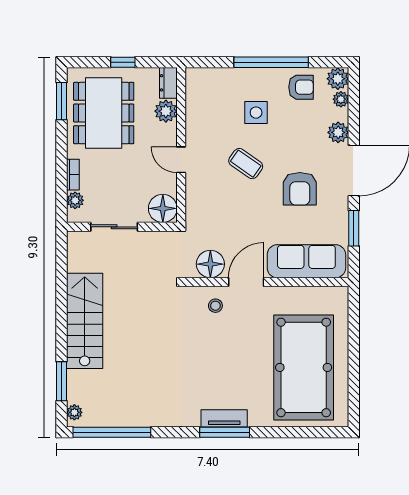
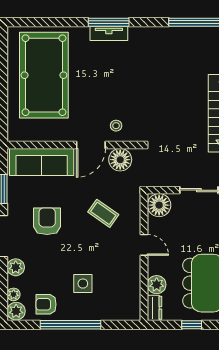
coffee table: (246, 164) -> (103, 213), moved

